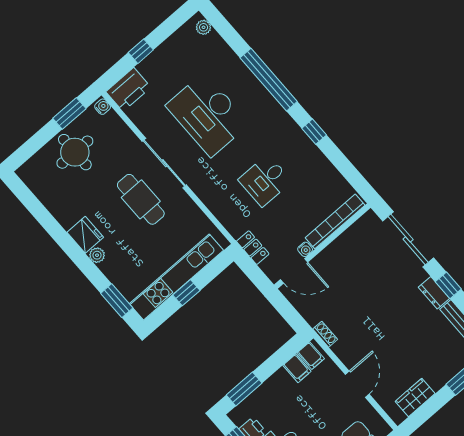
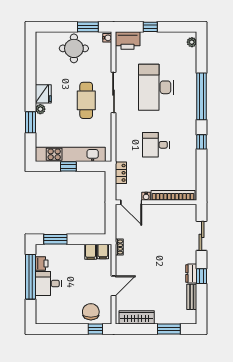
sliding door: (408, 239) -> (202, 236), width x0.73
window: (117, 301) -> (30, 122), moved
wardrobe: (415, 397) -> (137, 317), width x1.50

